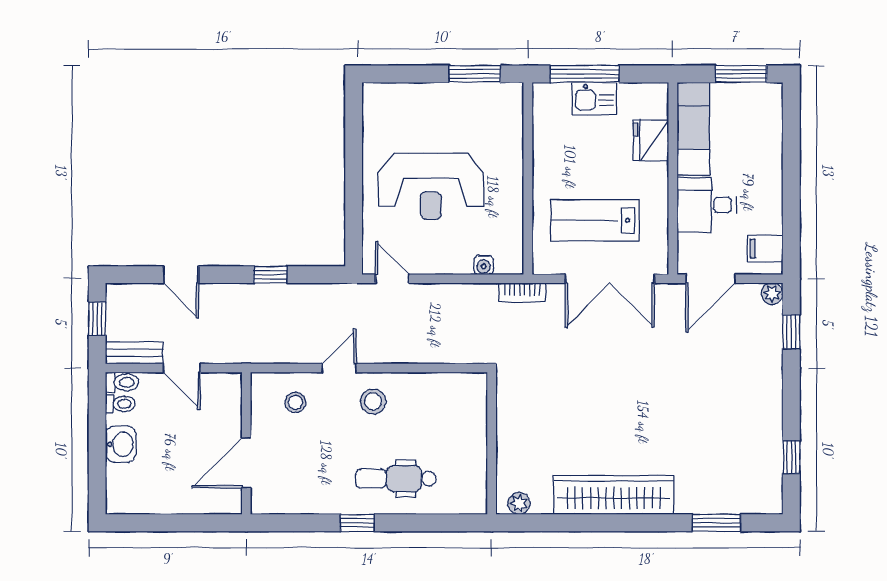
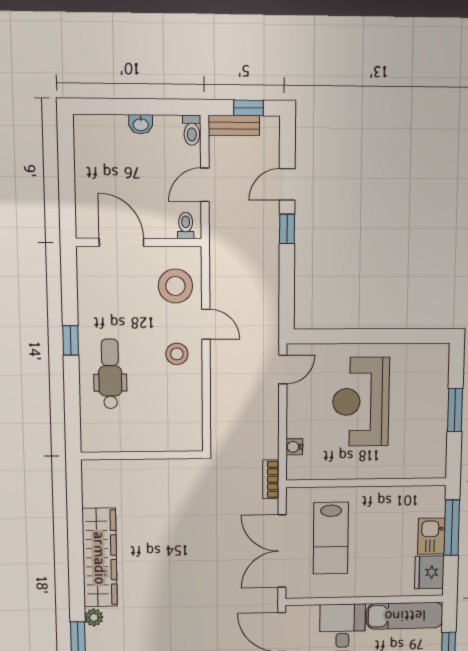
window: (475, 74) -> (455, 410), moved
fridge: (651, 140) -> (429, 572), moved, turned -90
lab bench: (595, 220) -> (331, 538), turned 180
window: (270, 275) -> (287, 229), moved
bench: (134, 353) -> (234, 125), moved, turned 90
stool: (295, 402) -> (175, 286), width x1.89, depth x1.89
toilet: (120, 404) -> (186, 226), moved, turned 180
washbasin: (121, 444) -> (141, 124), width x0.72, depth x0.69
plant: (519, 503) -> (94, 617), moved

